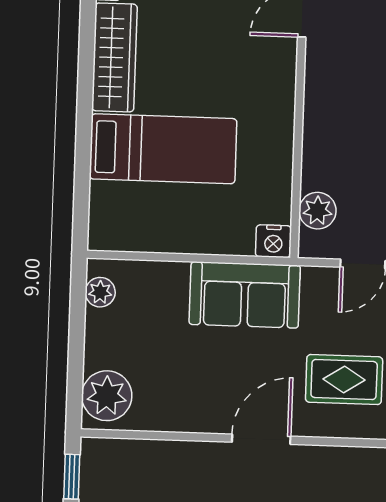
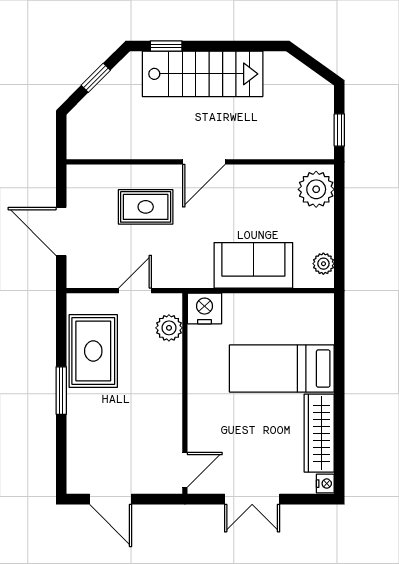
nightstand: (273, 241) -> (205, 309), width x1.36, depth x1.33
sofa: (245, 295) -> (253, 265), moved

